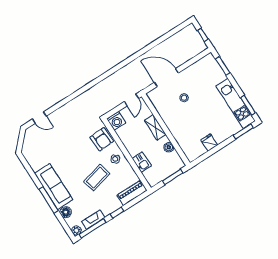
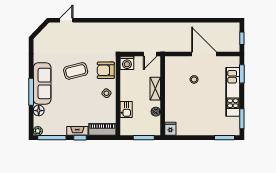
door: (166, 78) -> (204, 54), moved
kitchen unit: (236, 103) -> (233, 92), moved
door: (39, 118) -> (66, 20), swing flipped
armchair: (102, 139) -> (106, 70), turned 93
fridge: (209, 142) -> (170, 129), moved
coffee table: (97, 178) -> (76, 71), moved
fireplace: (93, 220) -> (77, 131), moved

